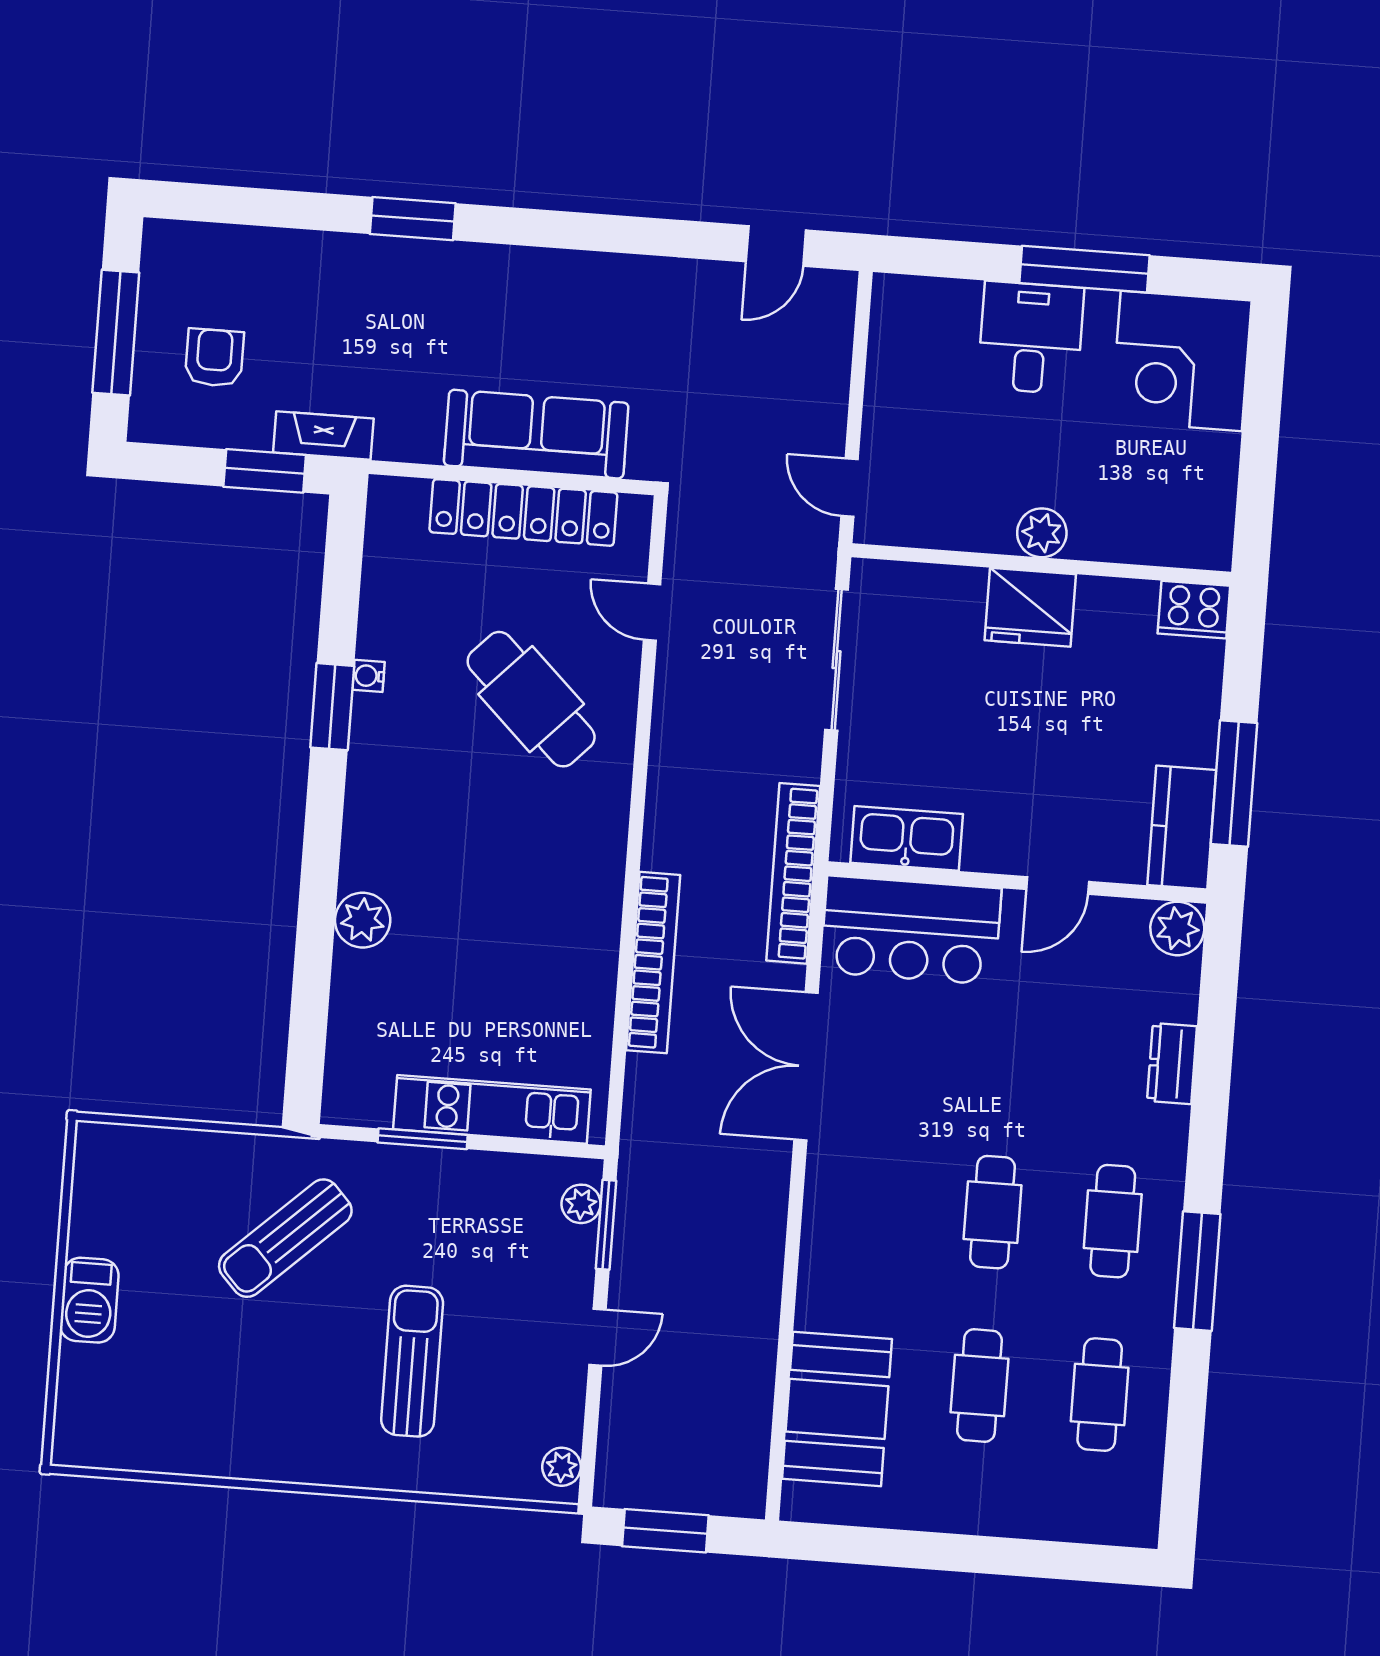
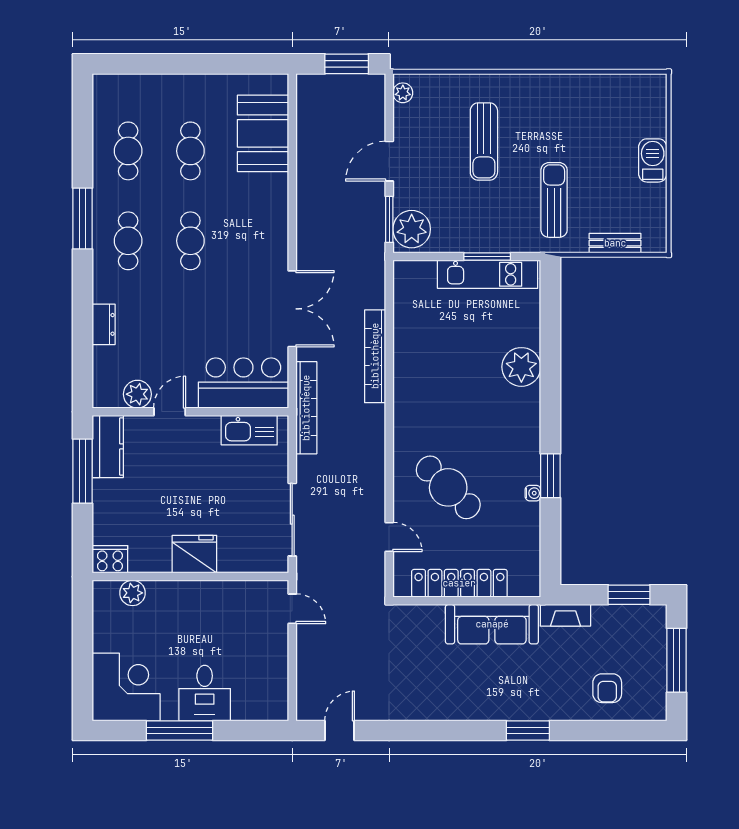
armchair: (214, 358) -> (607, 688), moved
sofa: (536, 434) -> (492, 624), moved
window: (265, 471) -> (629, 595), moved
plant: (1042, 533) -> (132, 593), moved
plant: (363, 920) -> (521, 367), width x1.36, depth x1.36
plant: (1177, 929) -> (137, 394), moved
kitchen unit: (492, 1109) -> (488, 274), moved
bench: (174, 1146) -> (615, 243), added
plant: (581, 1204) -> (412, 229), width x1.87, depth x1.87
sun lounger: (285, 1238) -> (554, 200), turned -47
door: (598, 1337) -> (389, 161), width x1.38

